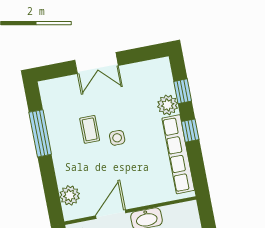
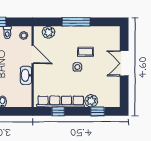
window: (190, 131) -> (58, 111), moved
window: (40, 133) -> (76, 22), moved

